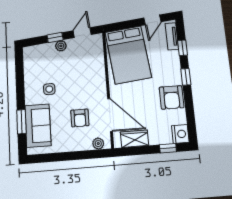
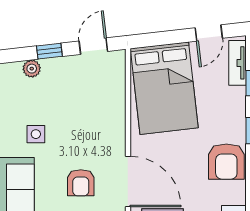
plant: (61, 46) -> (32, 69), moved

